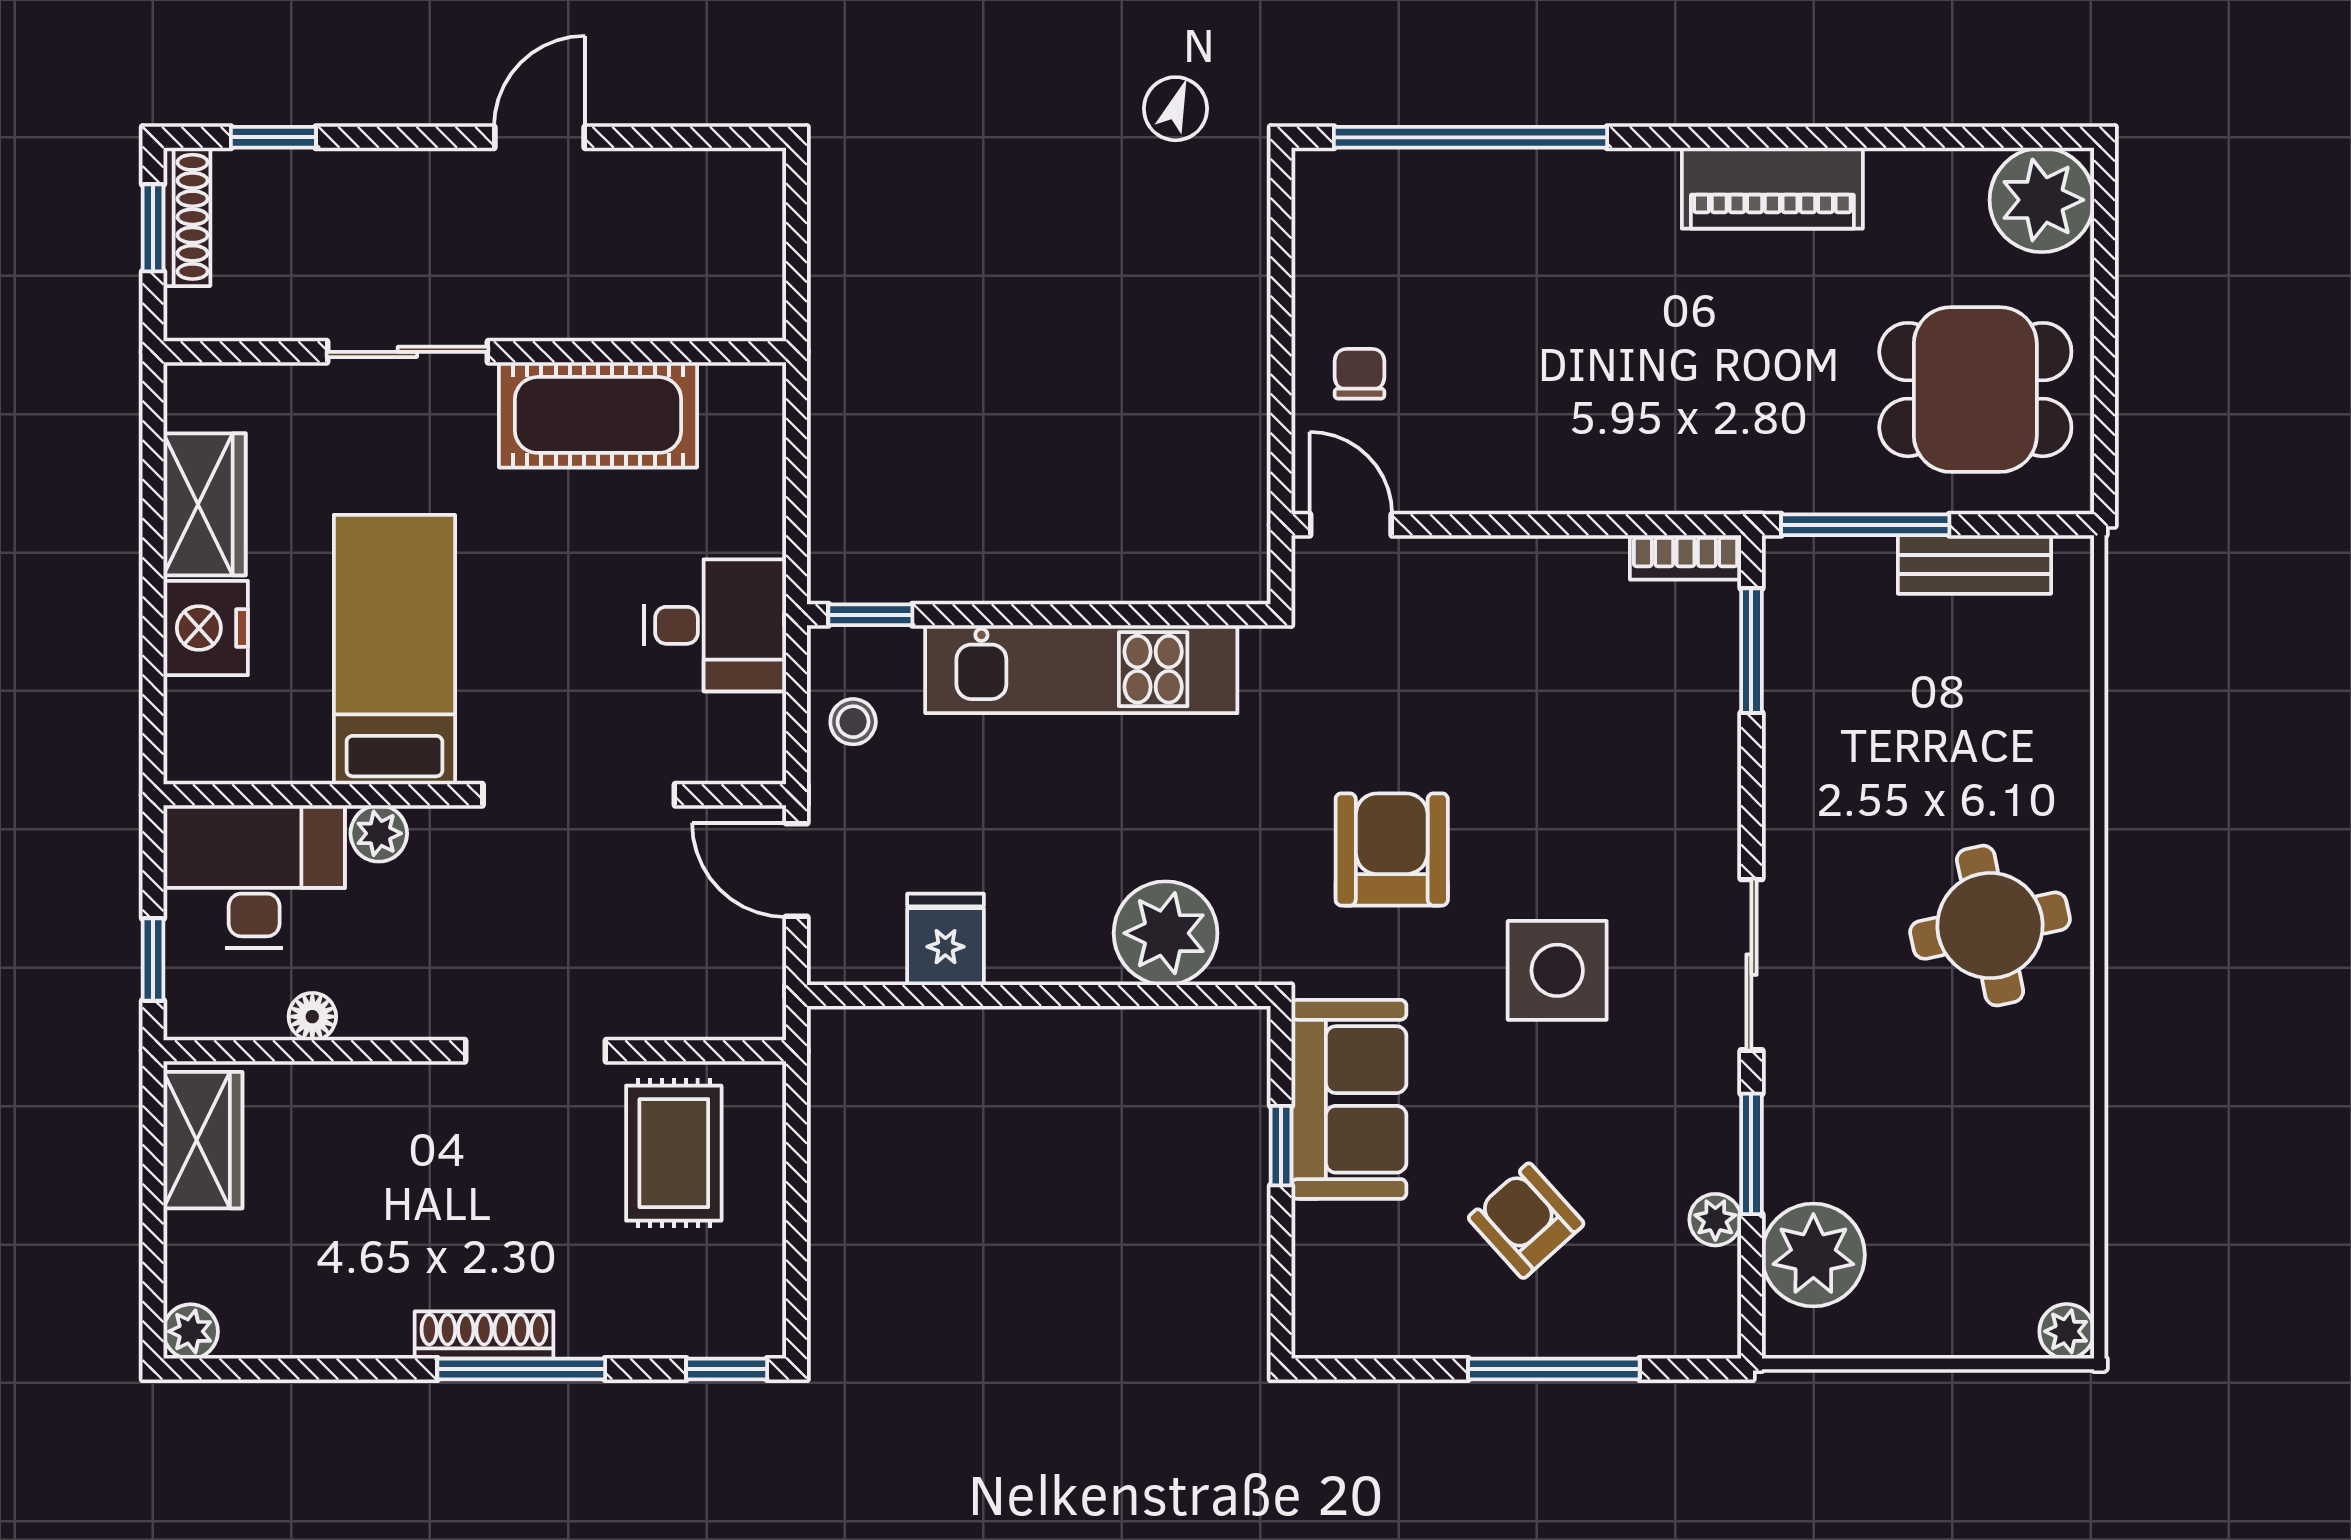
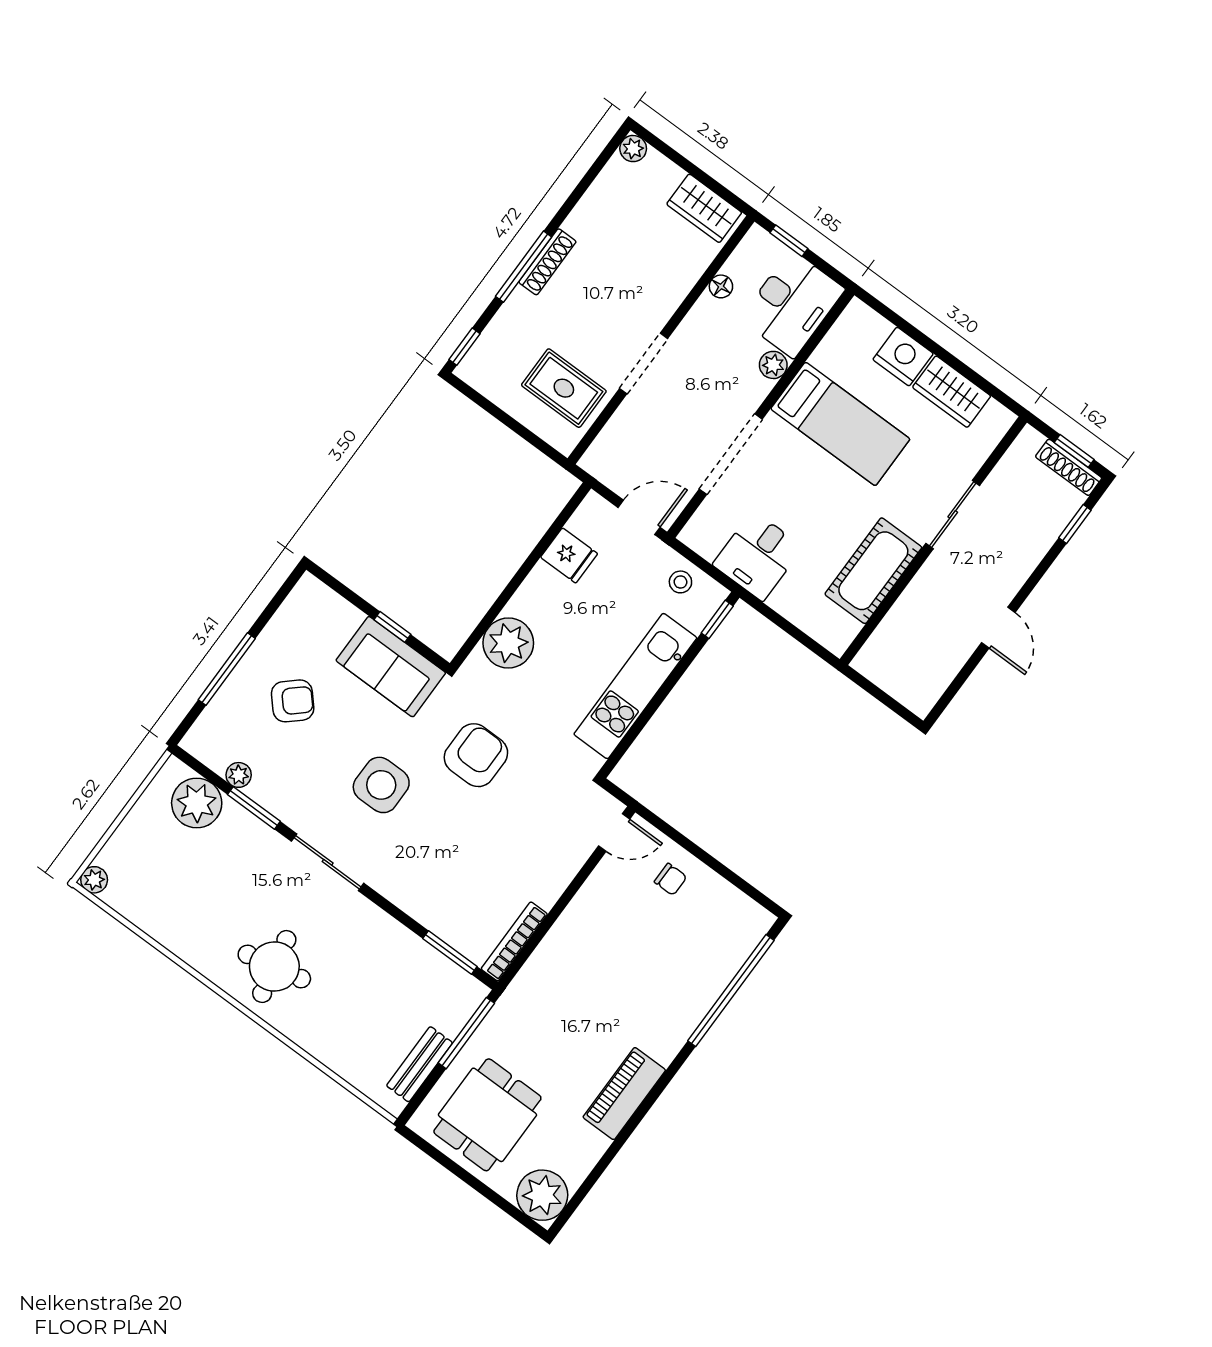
bookcase: (1685, 557) -> (514, 941), width x1.56
armchair: (1392, 849) -> (476, 755), turned -90

